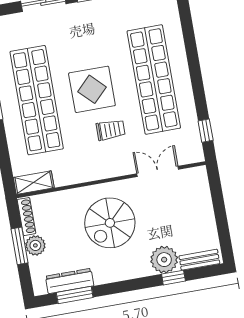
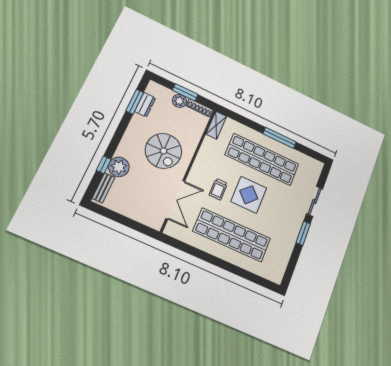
window: (206, 131) -> (181, 246), removed
double door: (158, 171) -> (175, 200), width x1.37
spiral stairs: (110, 223) -> (164, 151), turned 180
dresser: (70, 281) -> (145, 105), width x0.70

